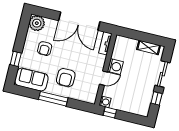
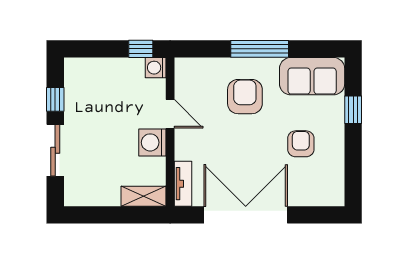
plant: (37, 23) -> (329, 190), removed
shelving: (149, 47) -> (144, 196), moved
door: (103, 78) -> (170, 114), swing flipped

